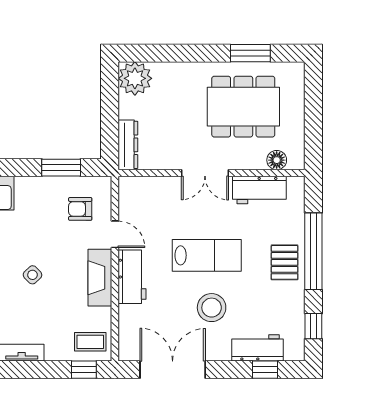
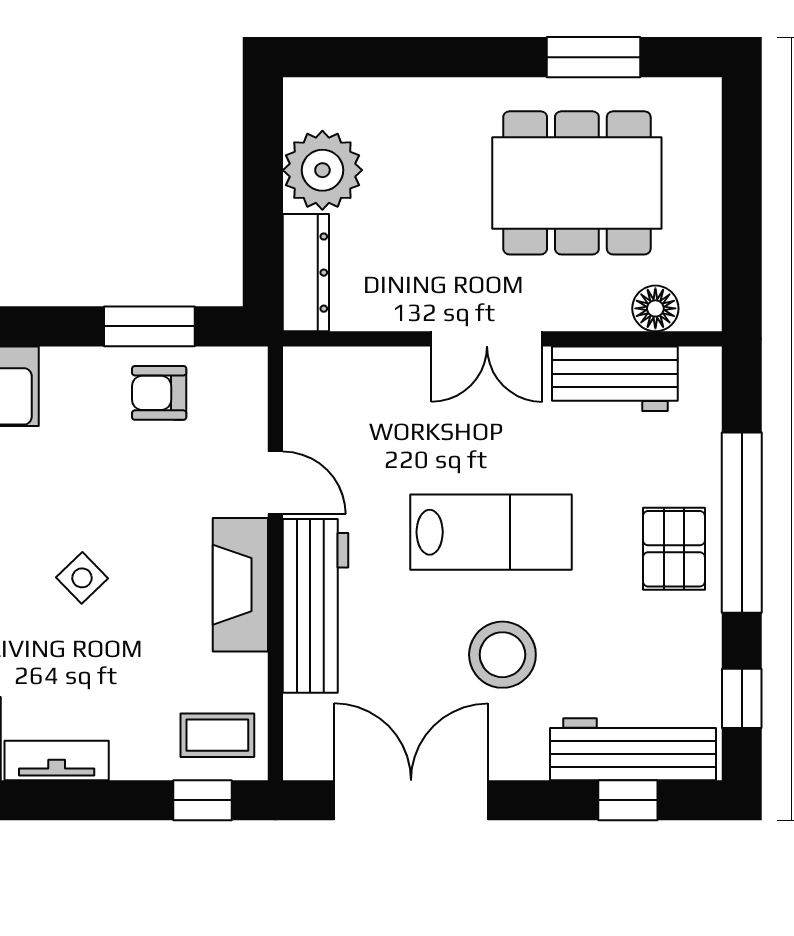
plant: (135, 78) -> (322, 170), moved
armchair: (80, 209) -> (159, 393), moved
workbench: (132, 277) -> (316, 606), width x1.38
workbench: (258, 348) -> (633, 749), width x1.38

